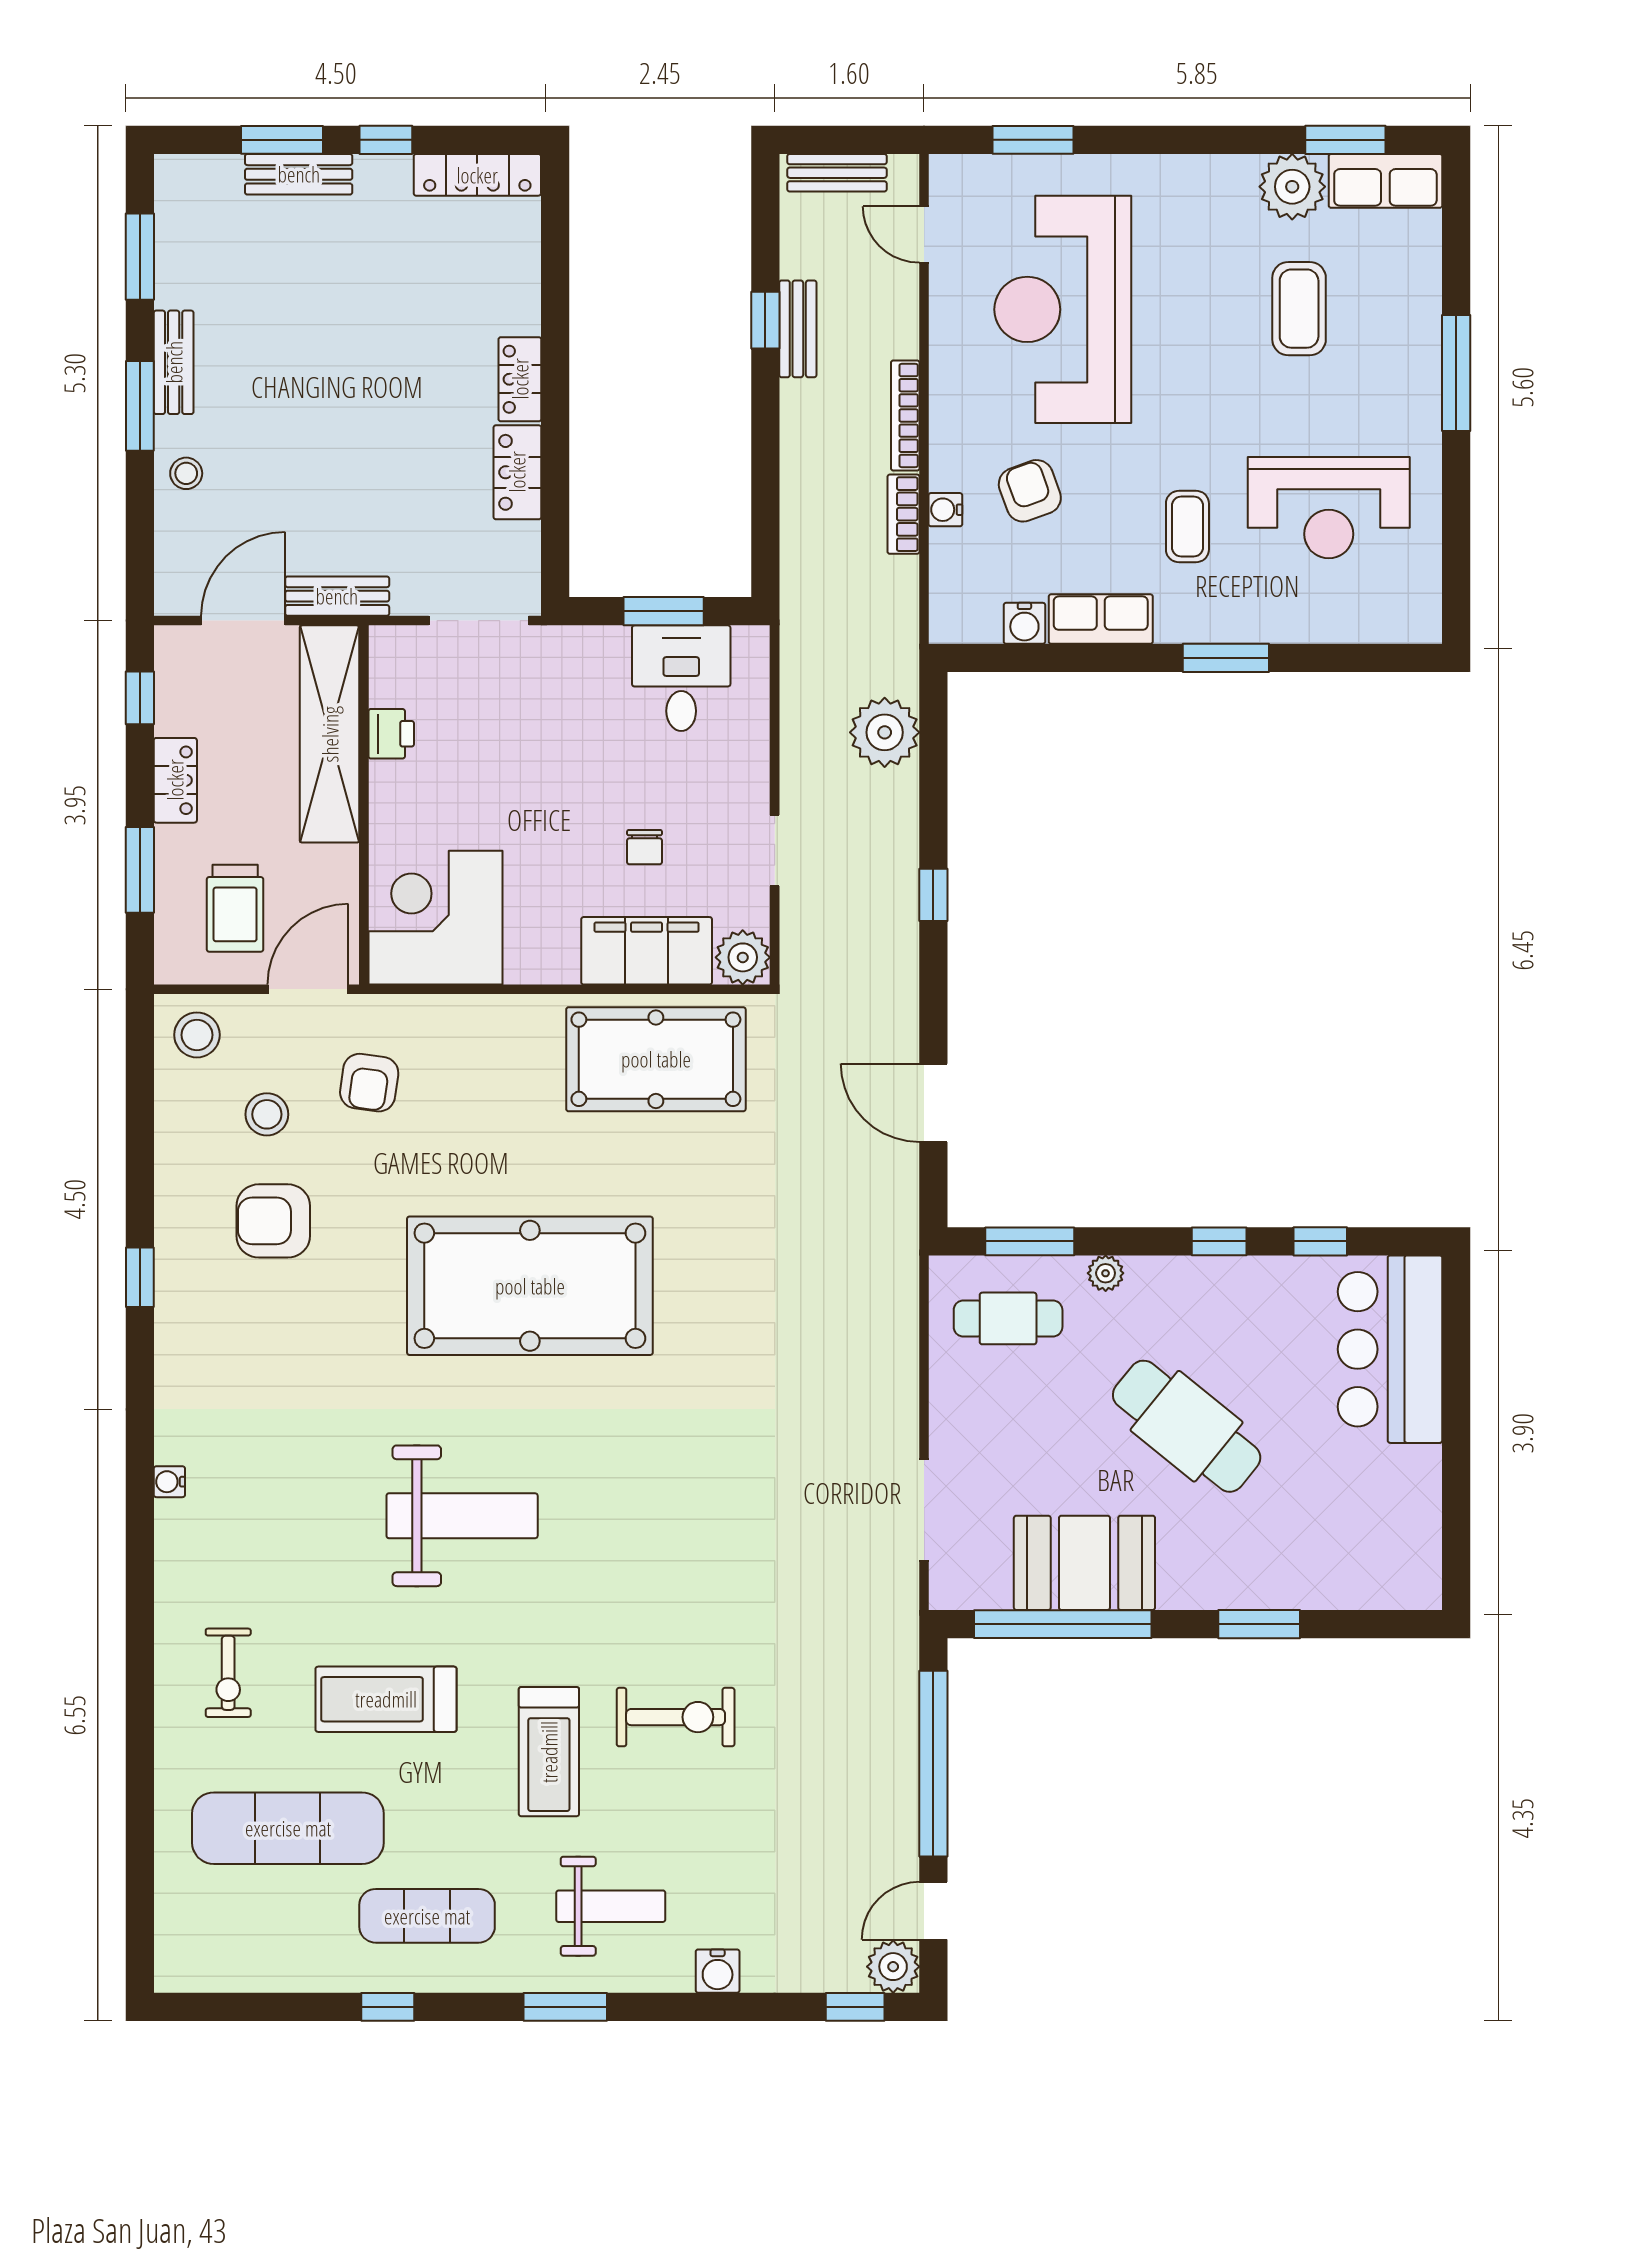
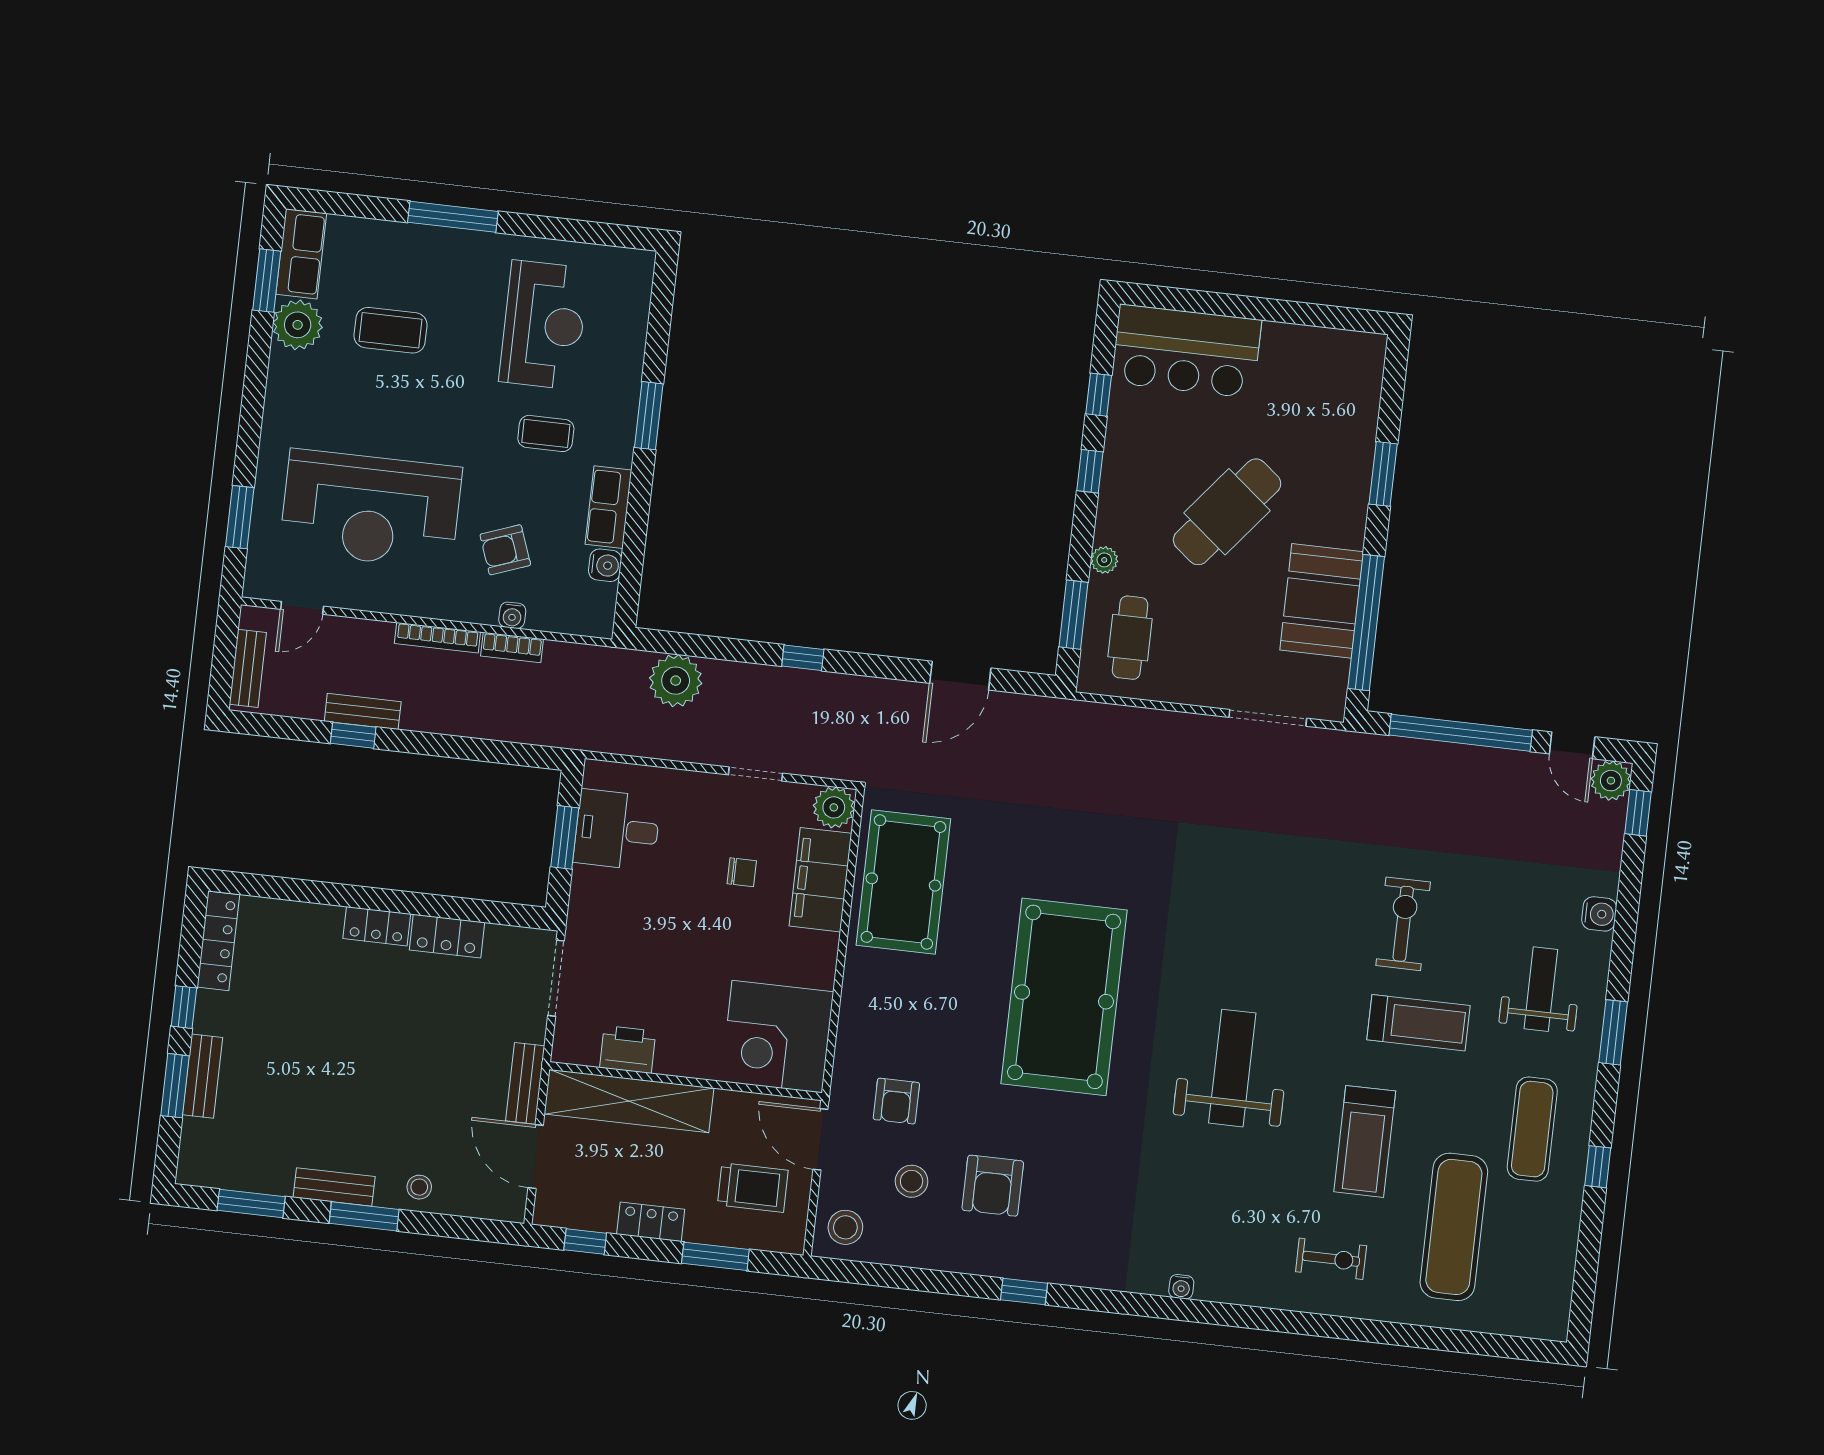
printer: (391, 734) -> (628, 1049), width x1.36, depth x1.24
armchair: (369, 1083) -> (896, 1101), turned 82

